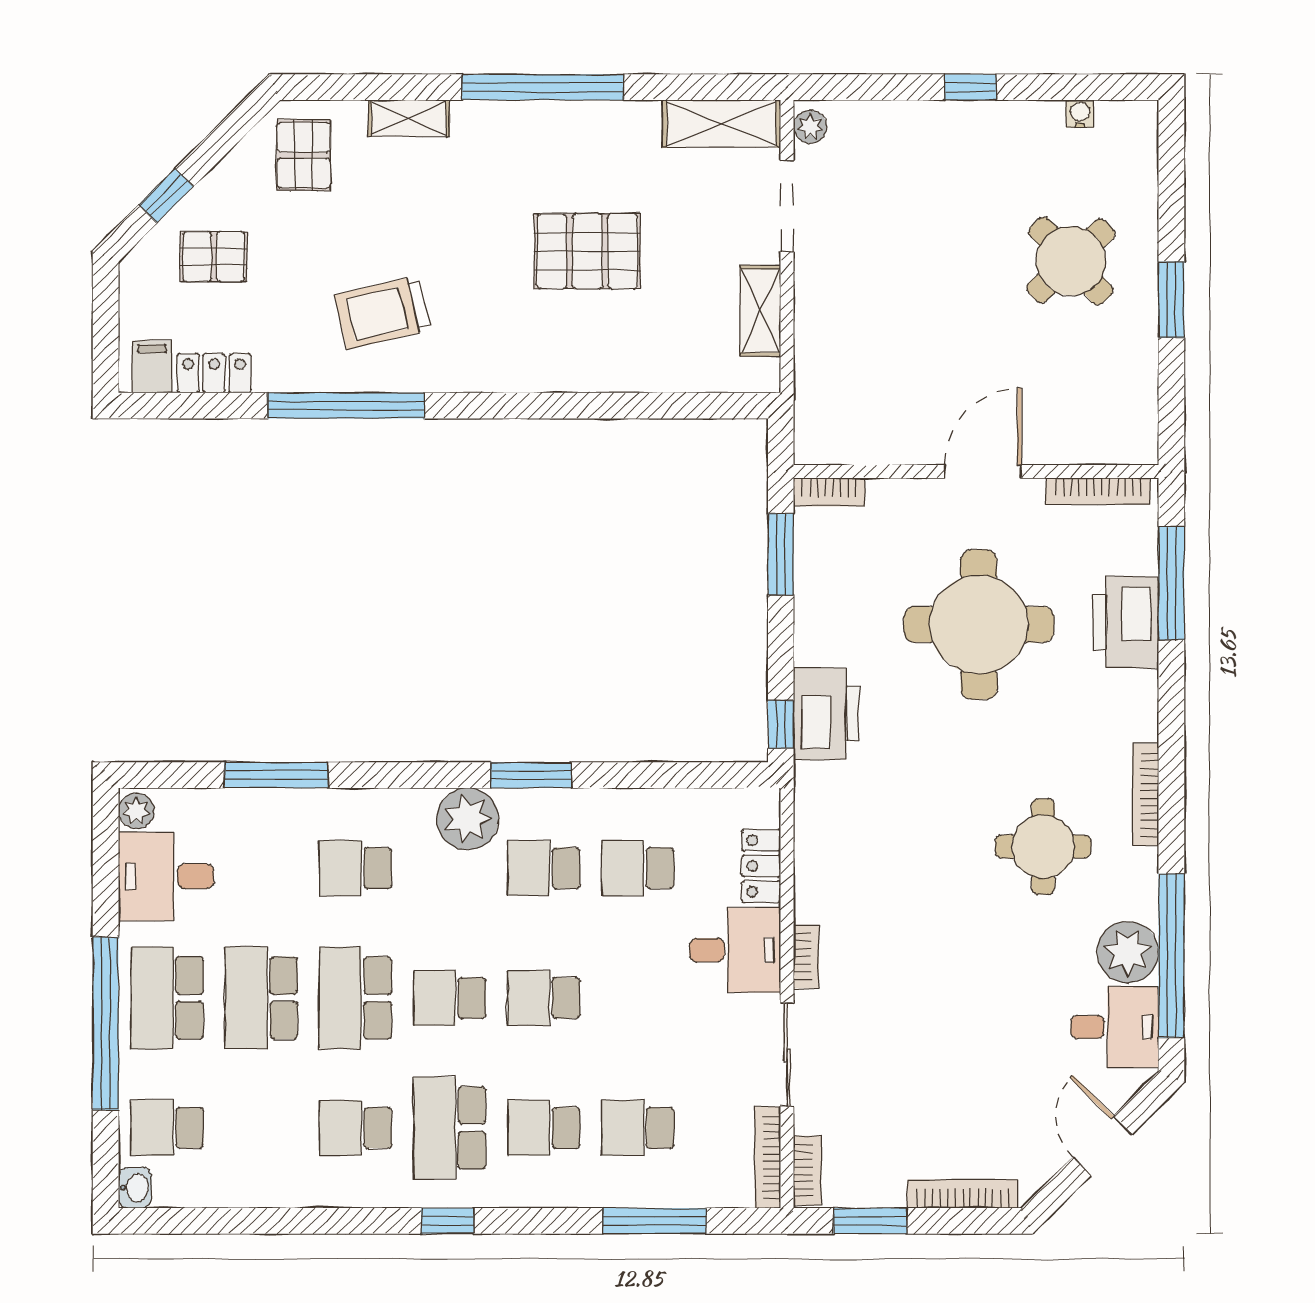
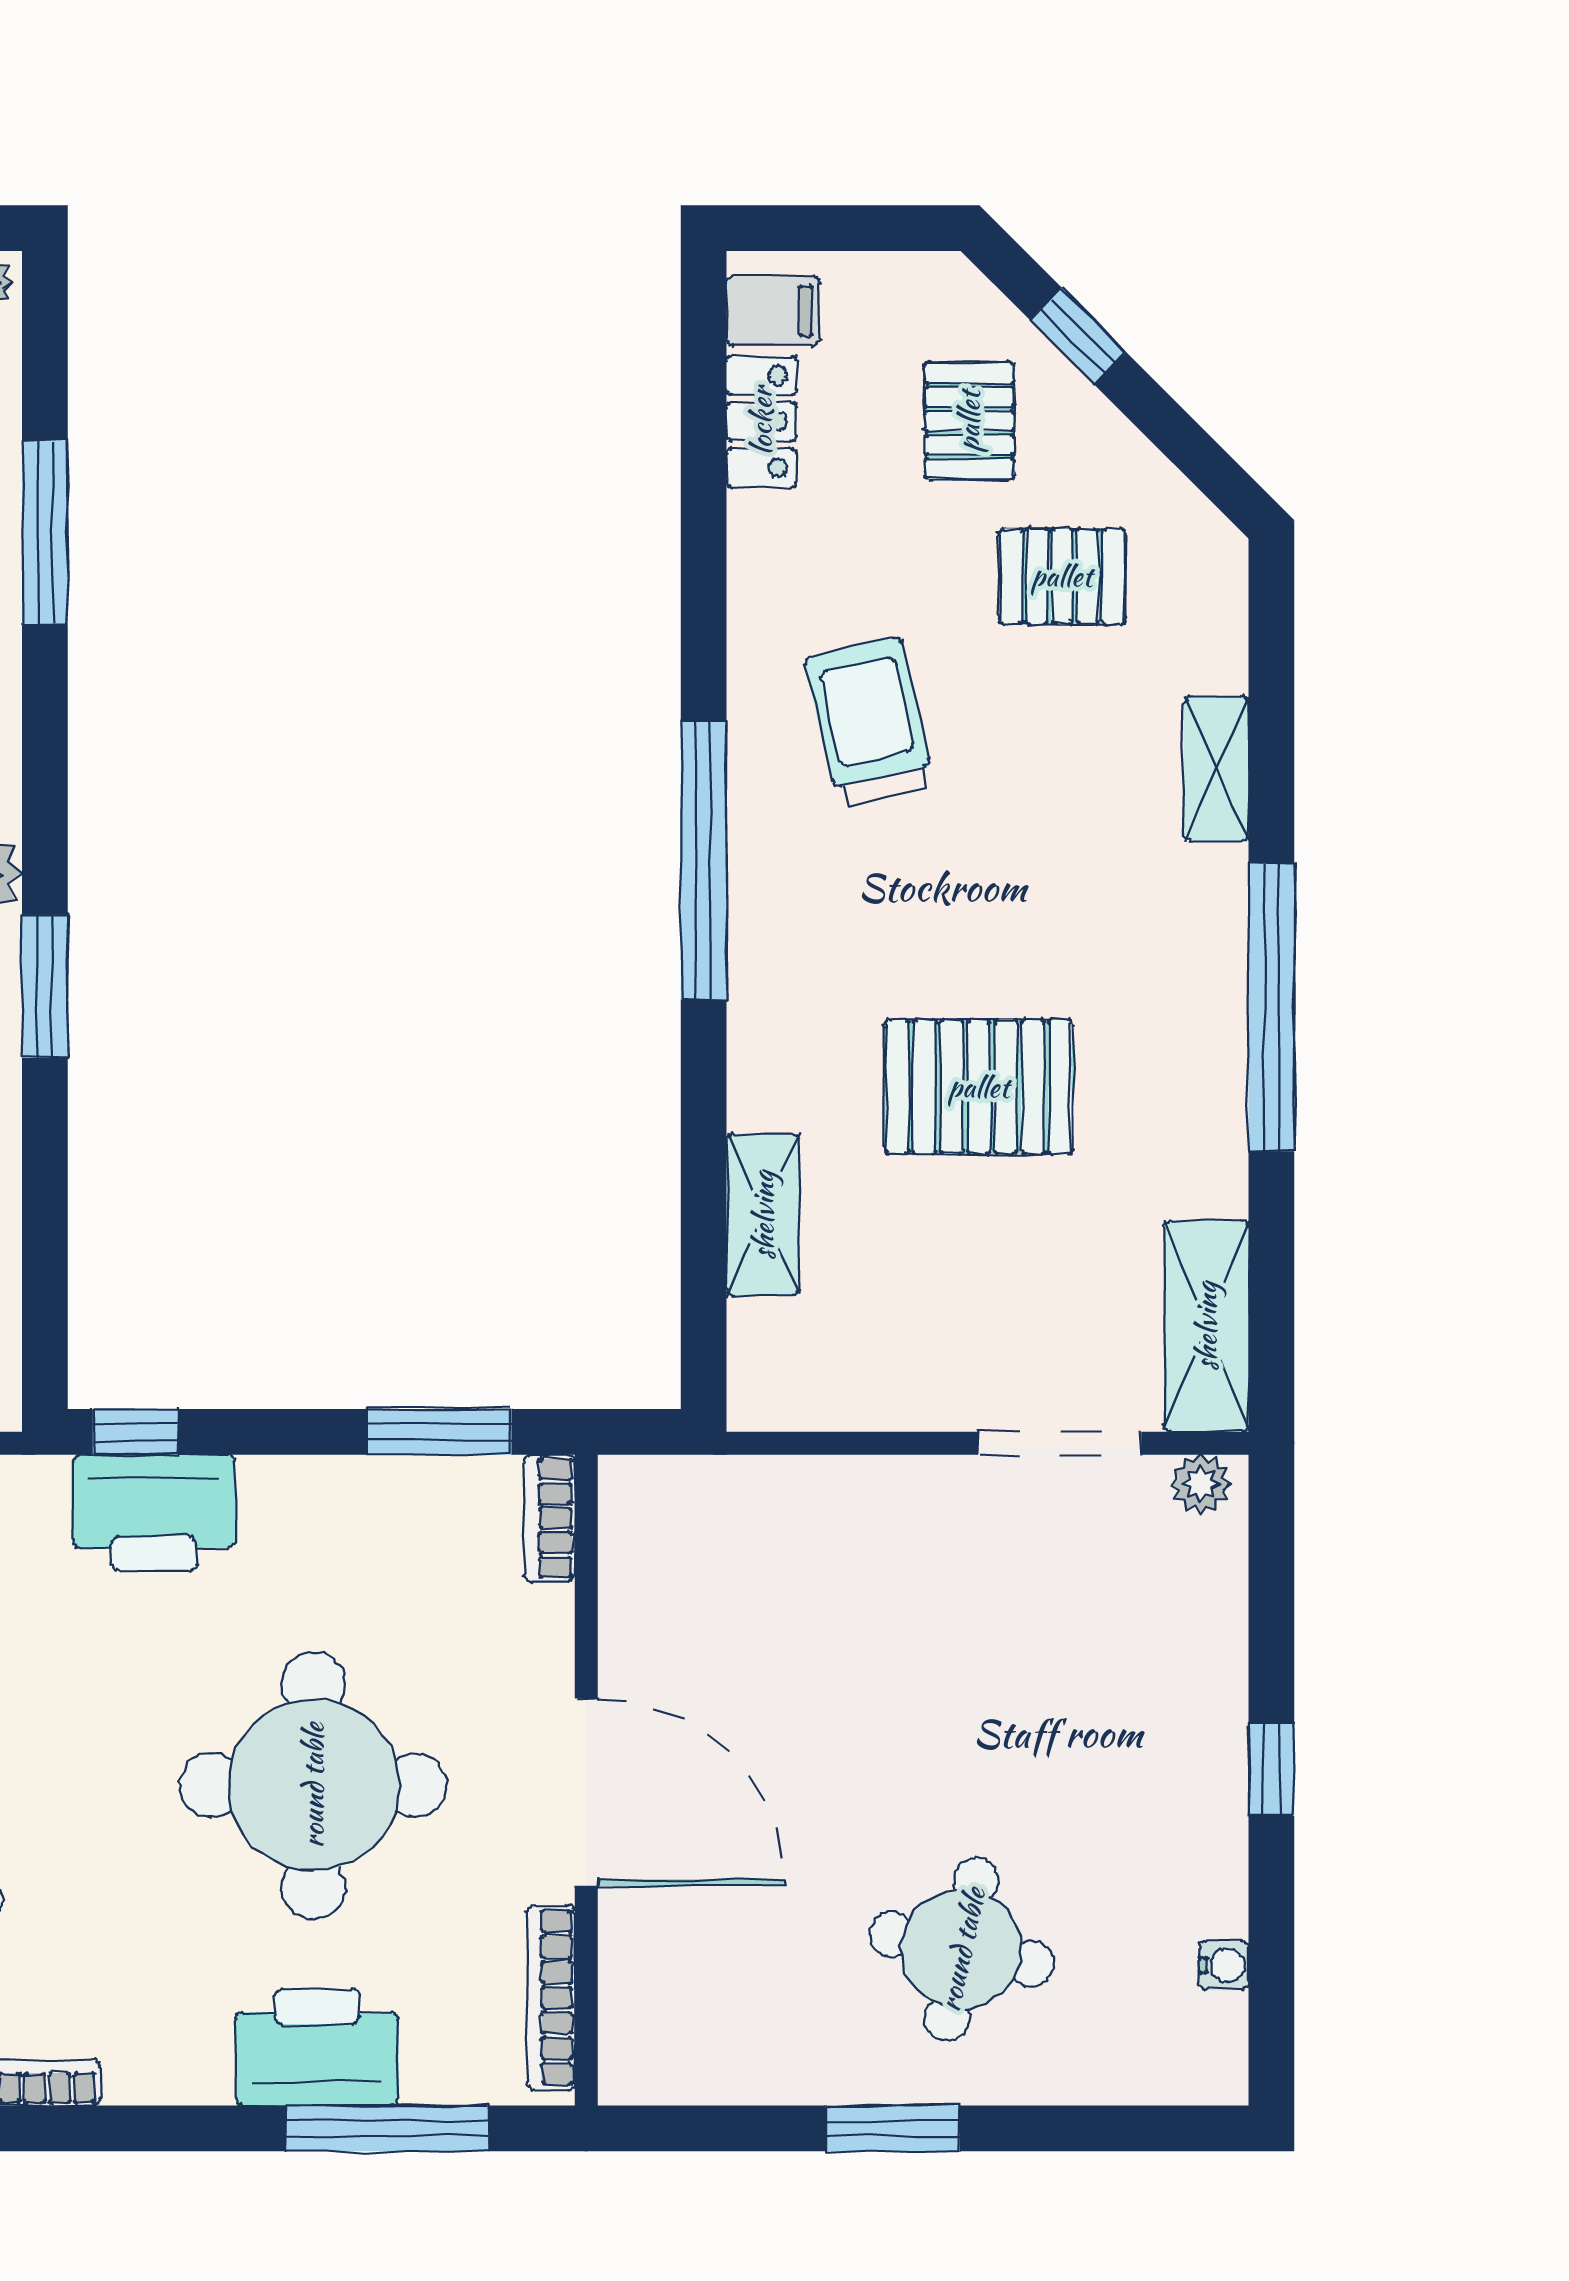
pallet: (304, 155) -> (1062, 576), moved
pallet: (587, 251) -> (979, 1087), turned 90
round table: (1071, 261) -> (962, 1949), turned -35
shelving: (760, 311) -> (763, 1215), moved, turned 90
window: (346, 406) -> (704, 860), moved
door: (983, 471) -> (586, 1792), width x1.36

